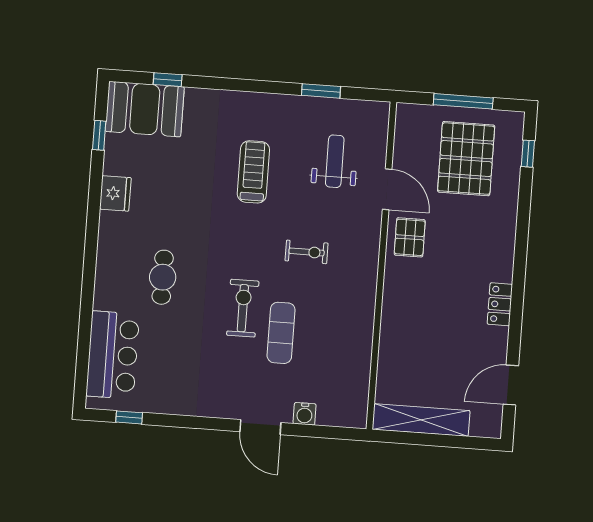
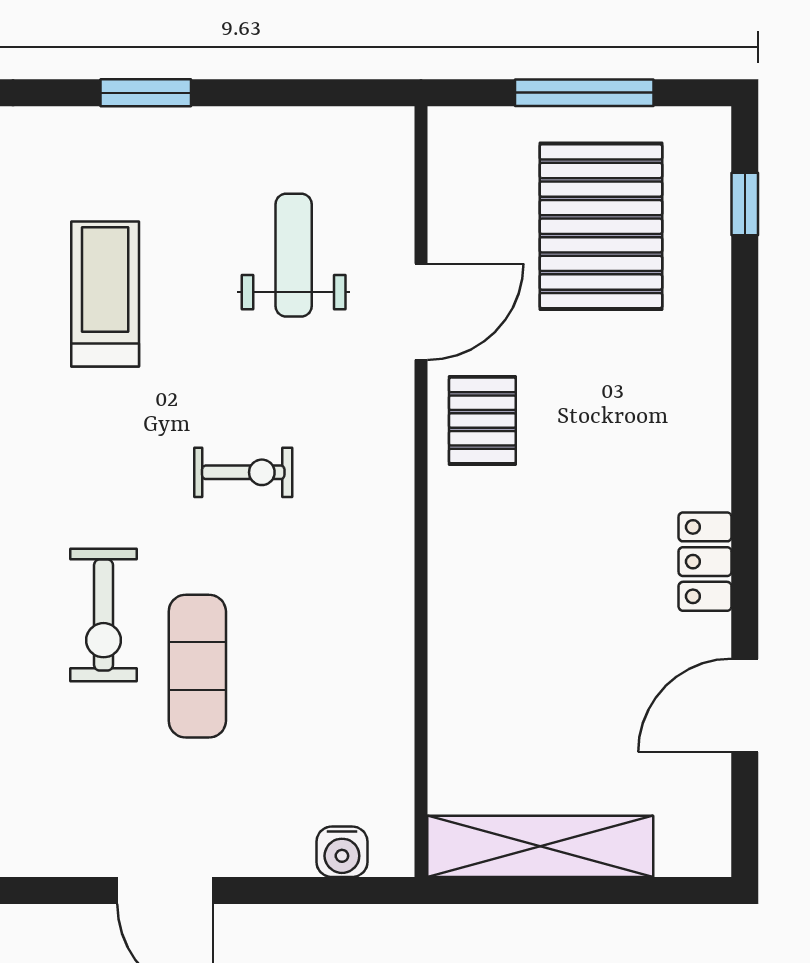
window: (321, 91) -> (146, 93), moved
door: (387, 189) -> (421, 312), hinge flipped
exercise bike: (243, 308) -> (104, 615), turned 180
door: (511, 385) -> (745, 705), moved
water cooler: (305, 414) -> (342, 852), moved

